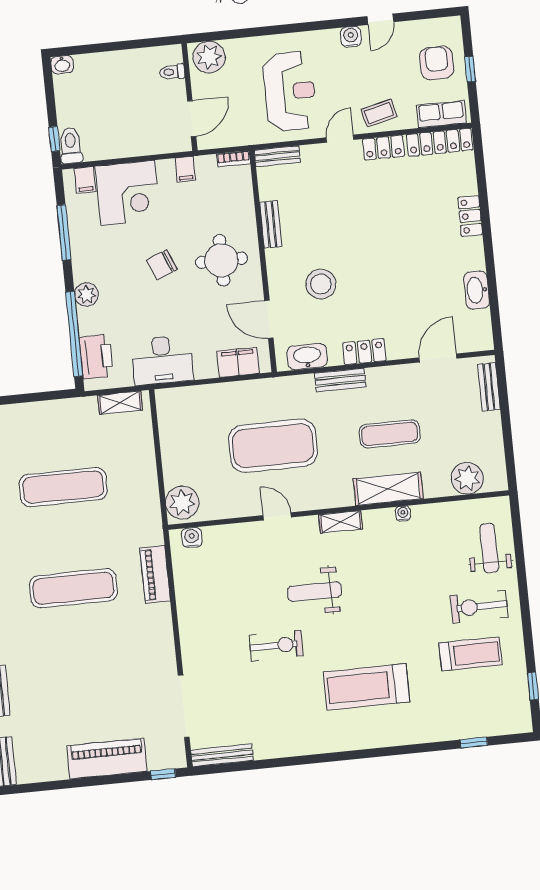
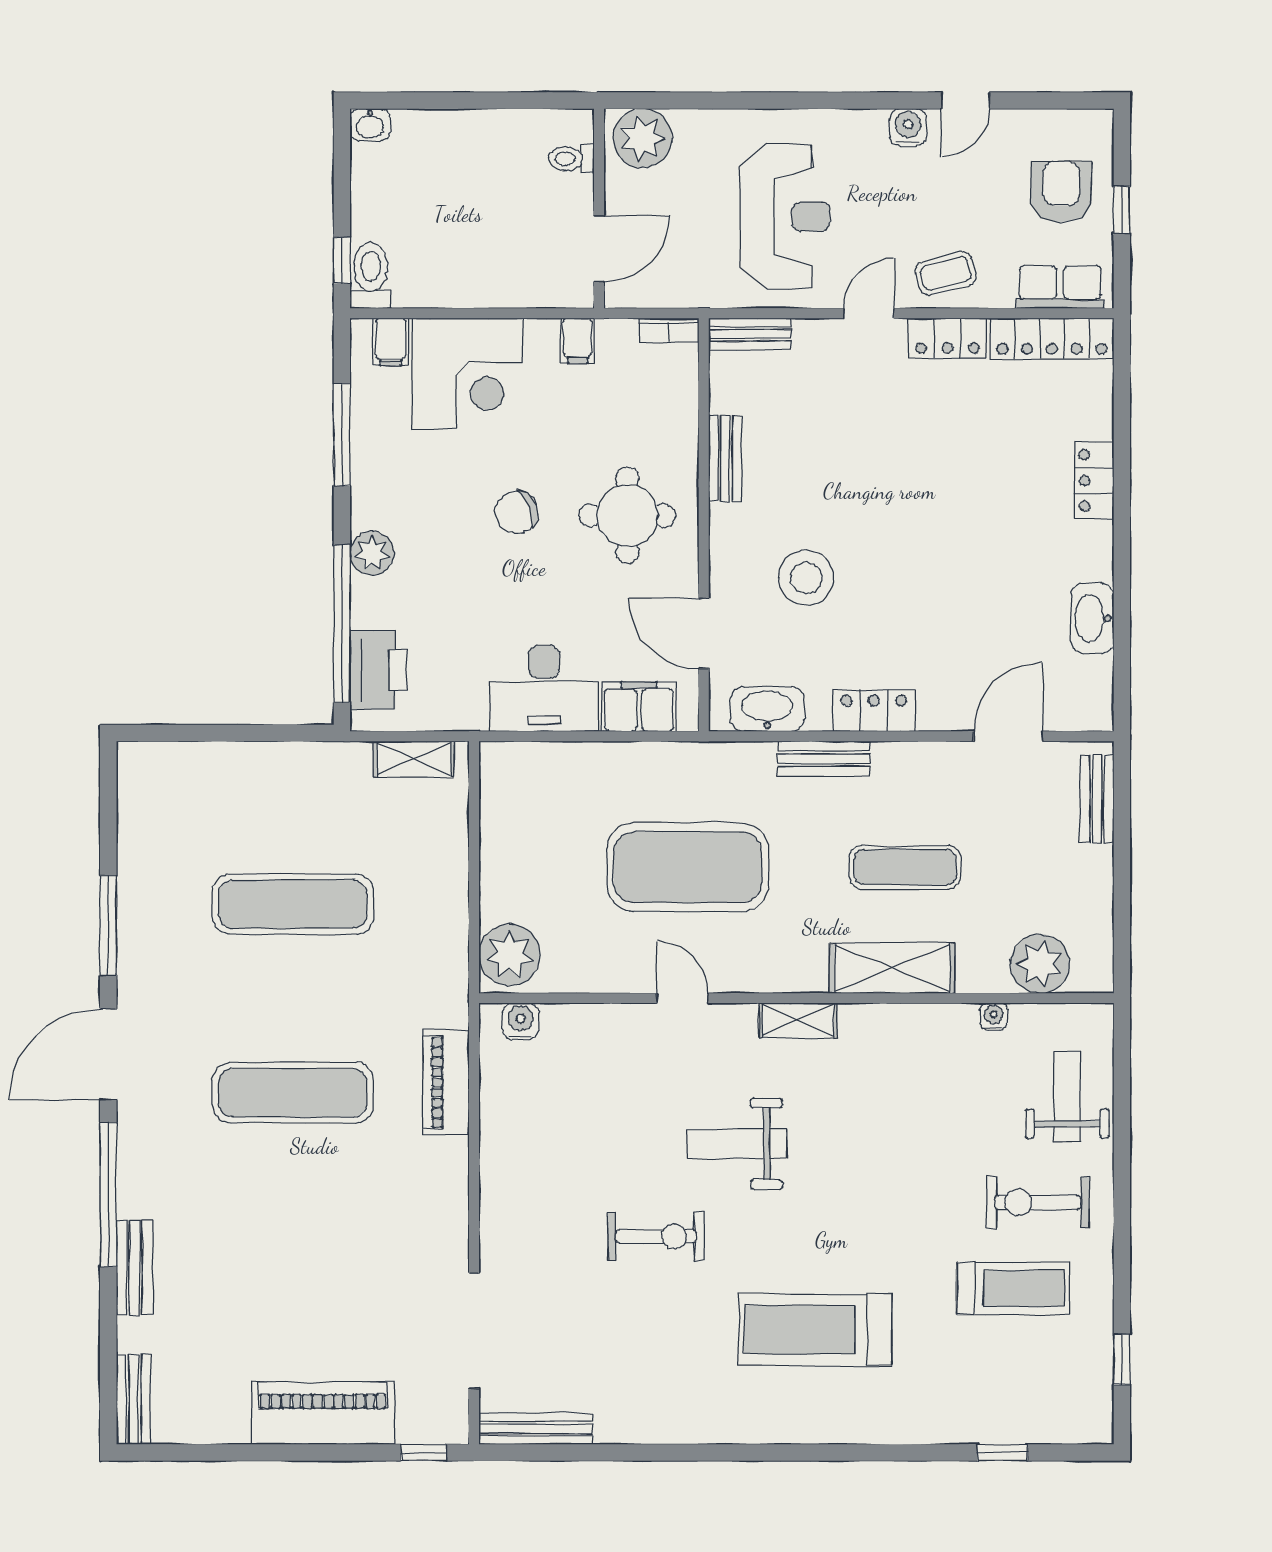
desk: (162, 360) -> (544, 688), moved
water cooler: (403, 513) -> (994, 1017), moved

